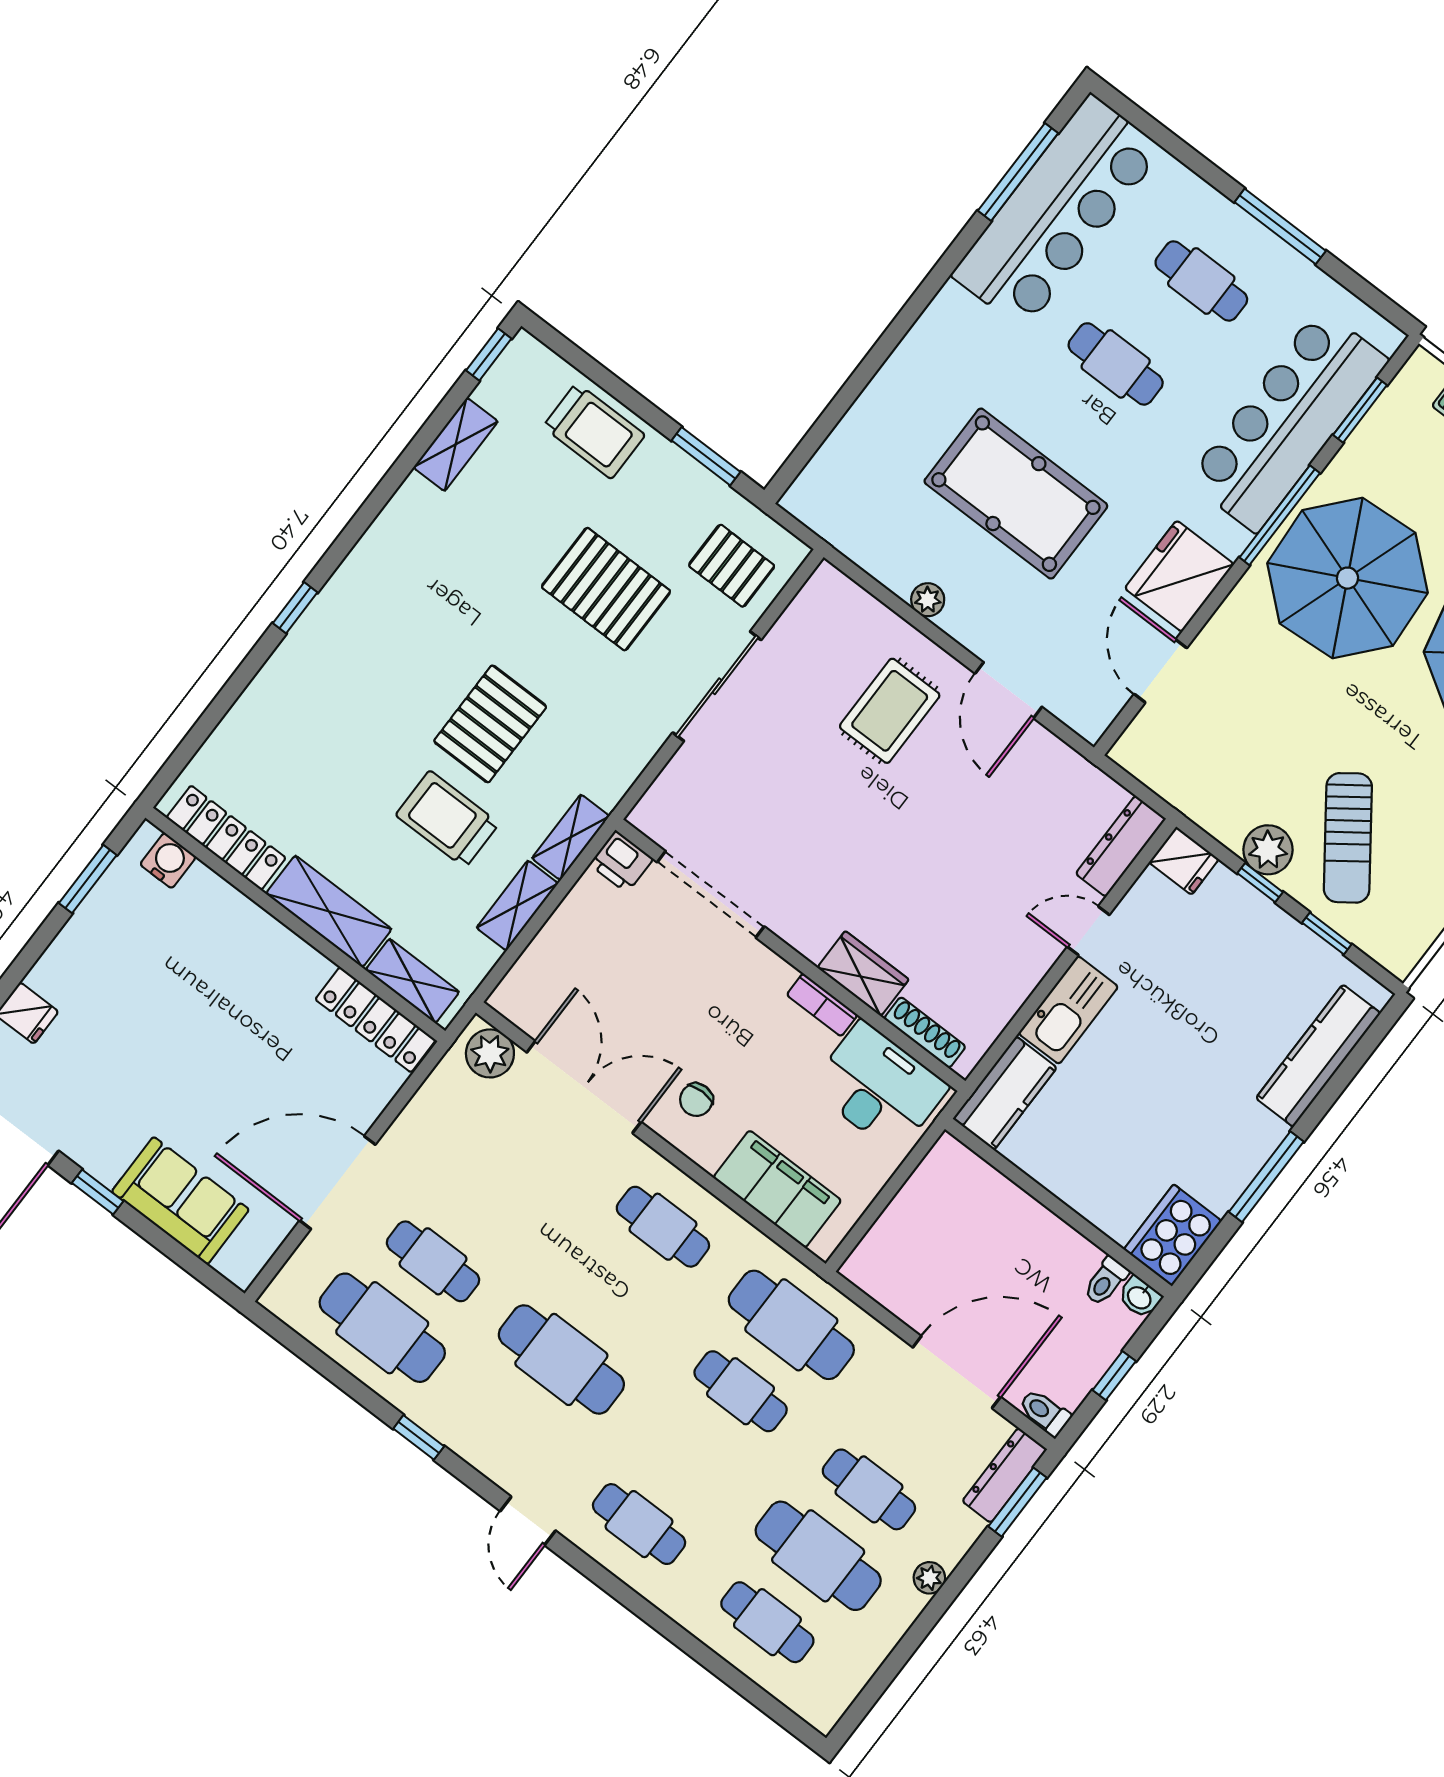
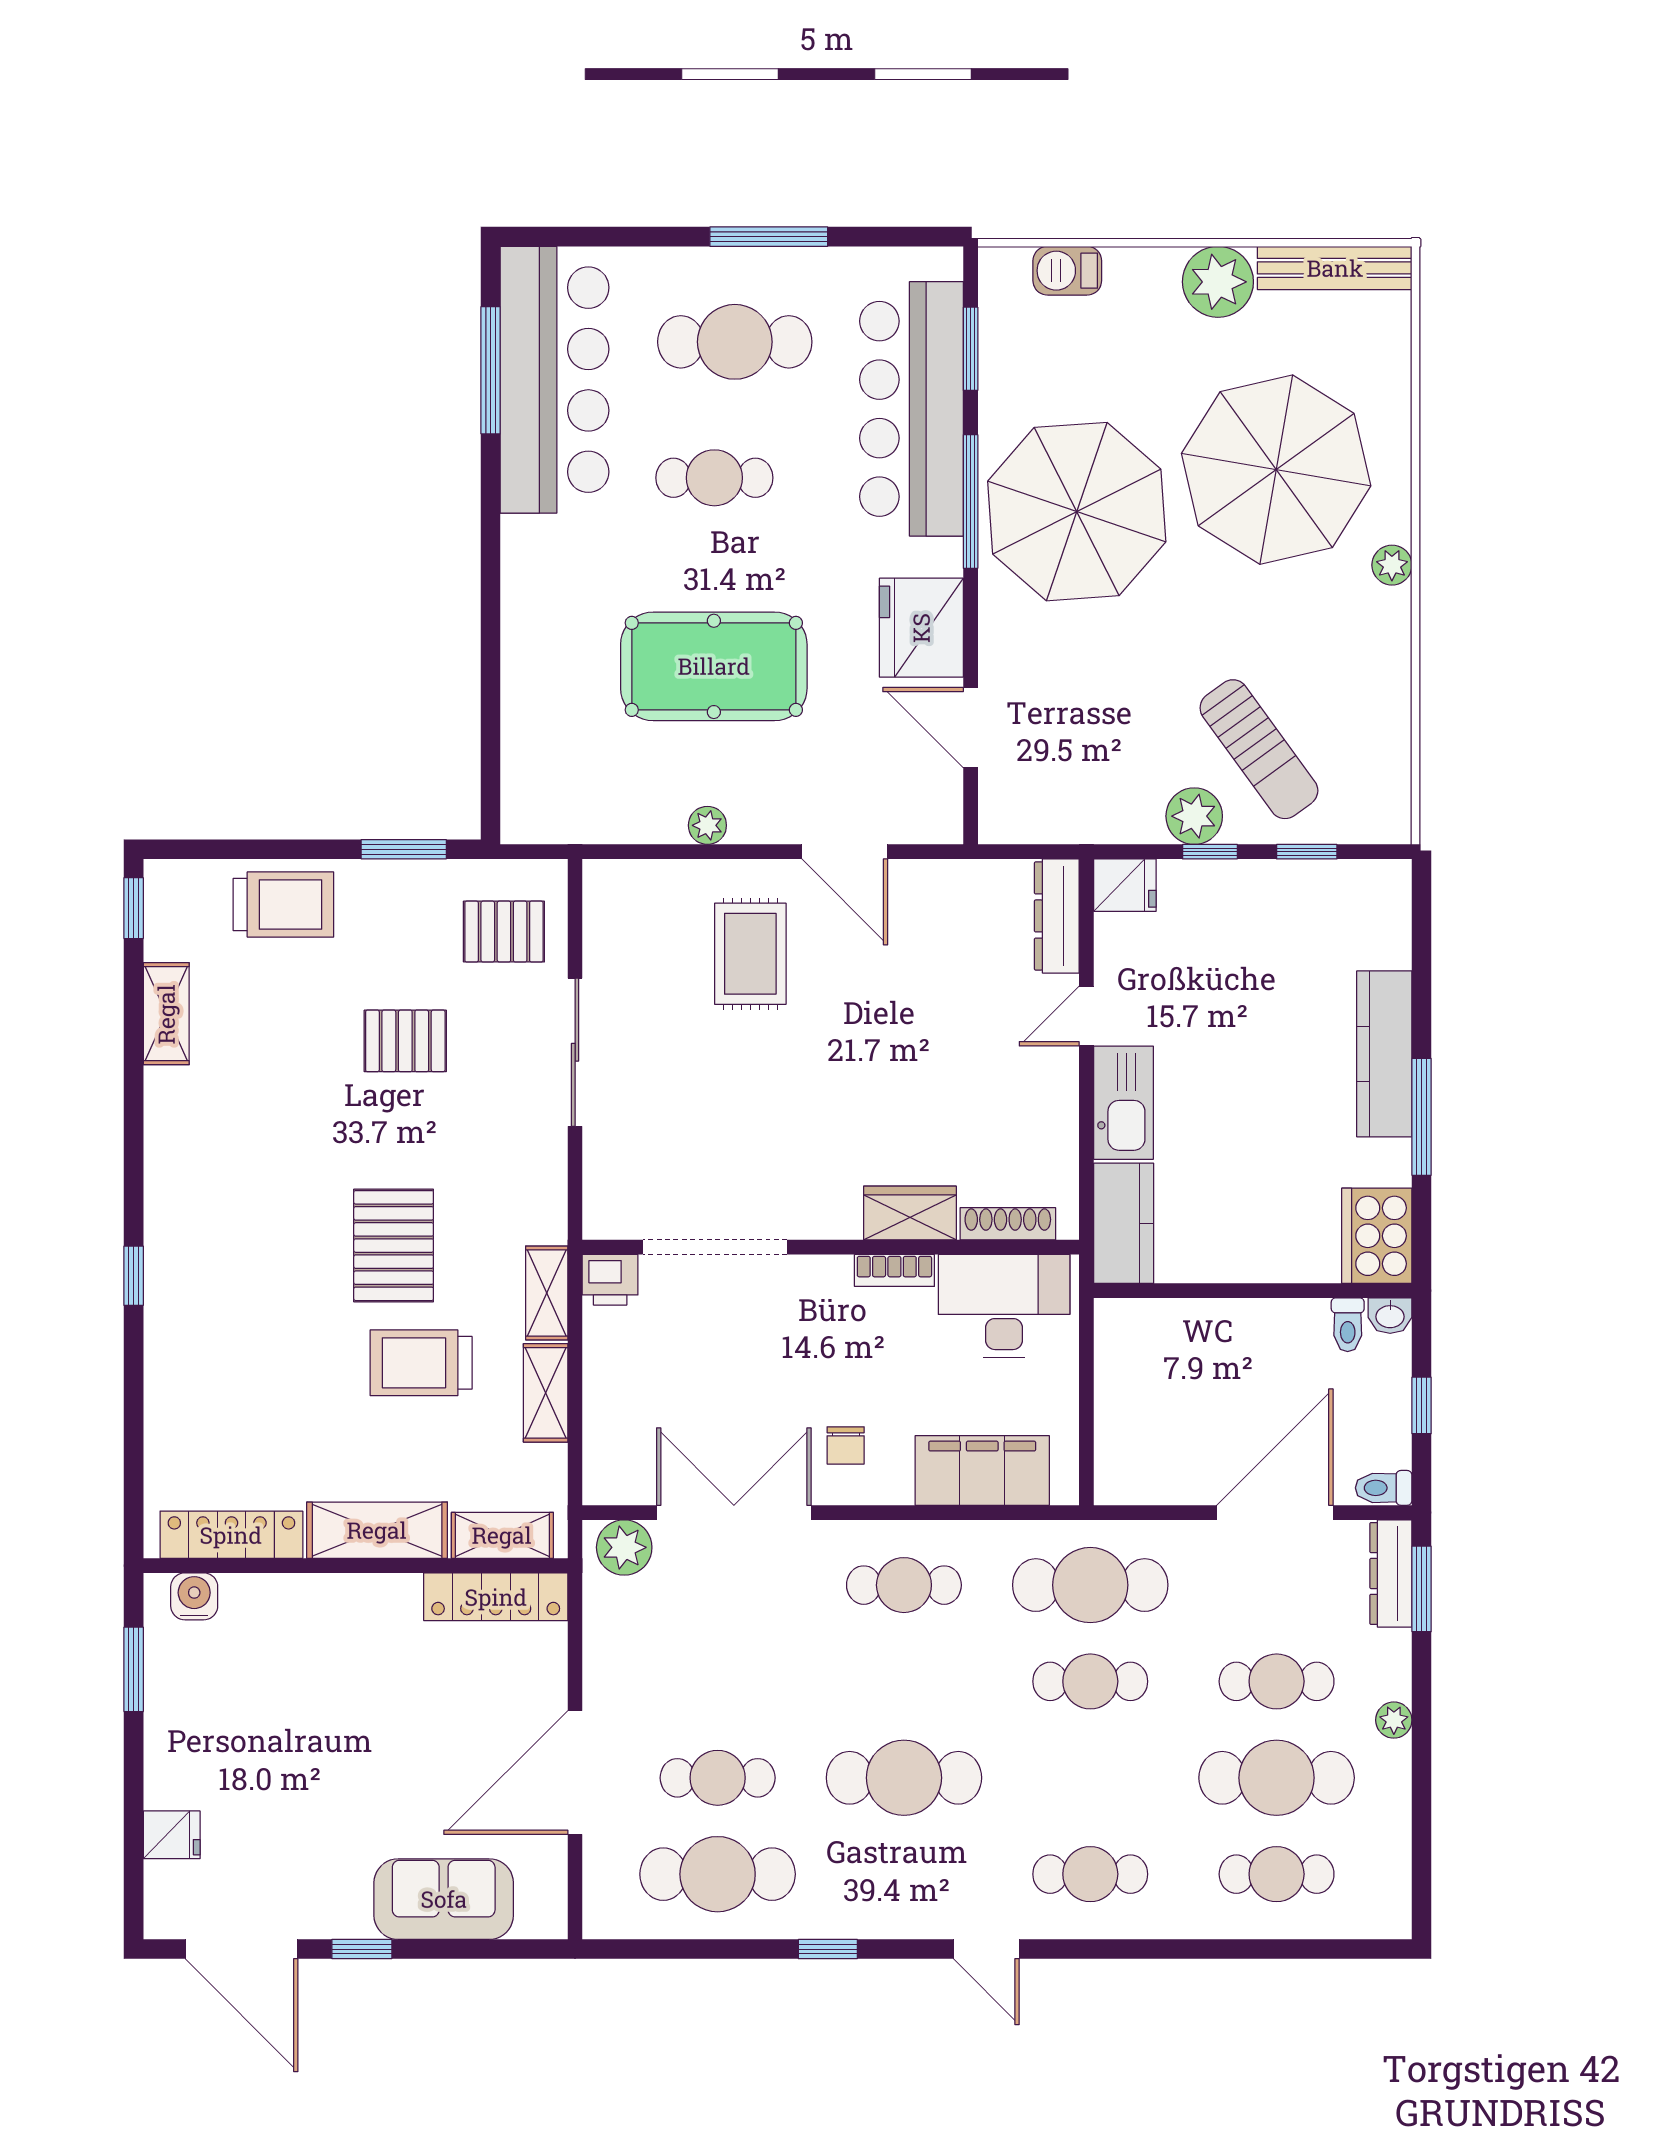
cafe table: (1201, 281) -> (735, 342), width x1.37, depth x1.35
pallet: (606, 589) -> (405, 1041), width x0.67, depth x0.71
kitchen counter: (1318, 1056) -> (1384, 1054), moved

